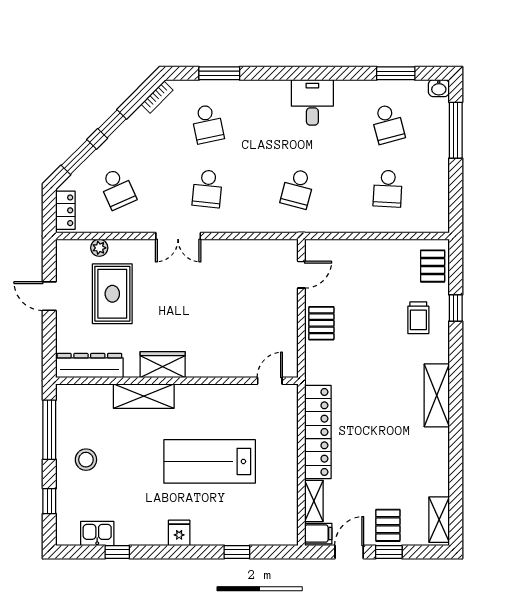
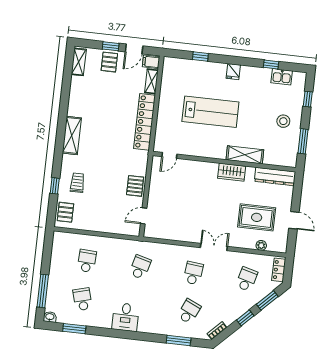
school desk: (207, 124) -> (189, 311), turned 36
school desk: (117, 189) -> (247, 279), turned 39
rug: (112, 294) -> (257, 217), turned 90
window: (49, 430) -> (303, 141), width x0.69

